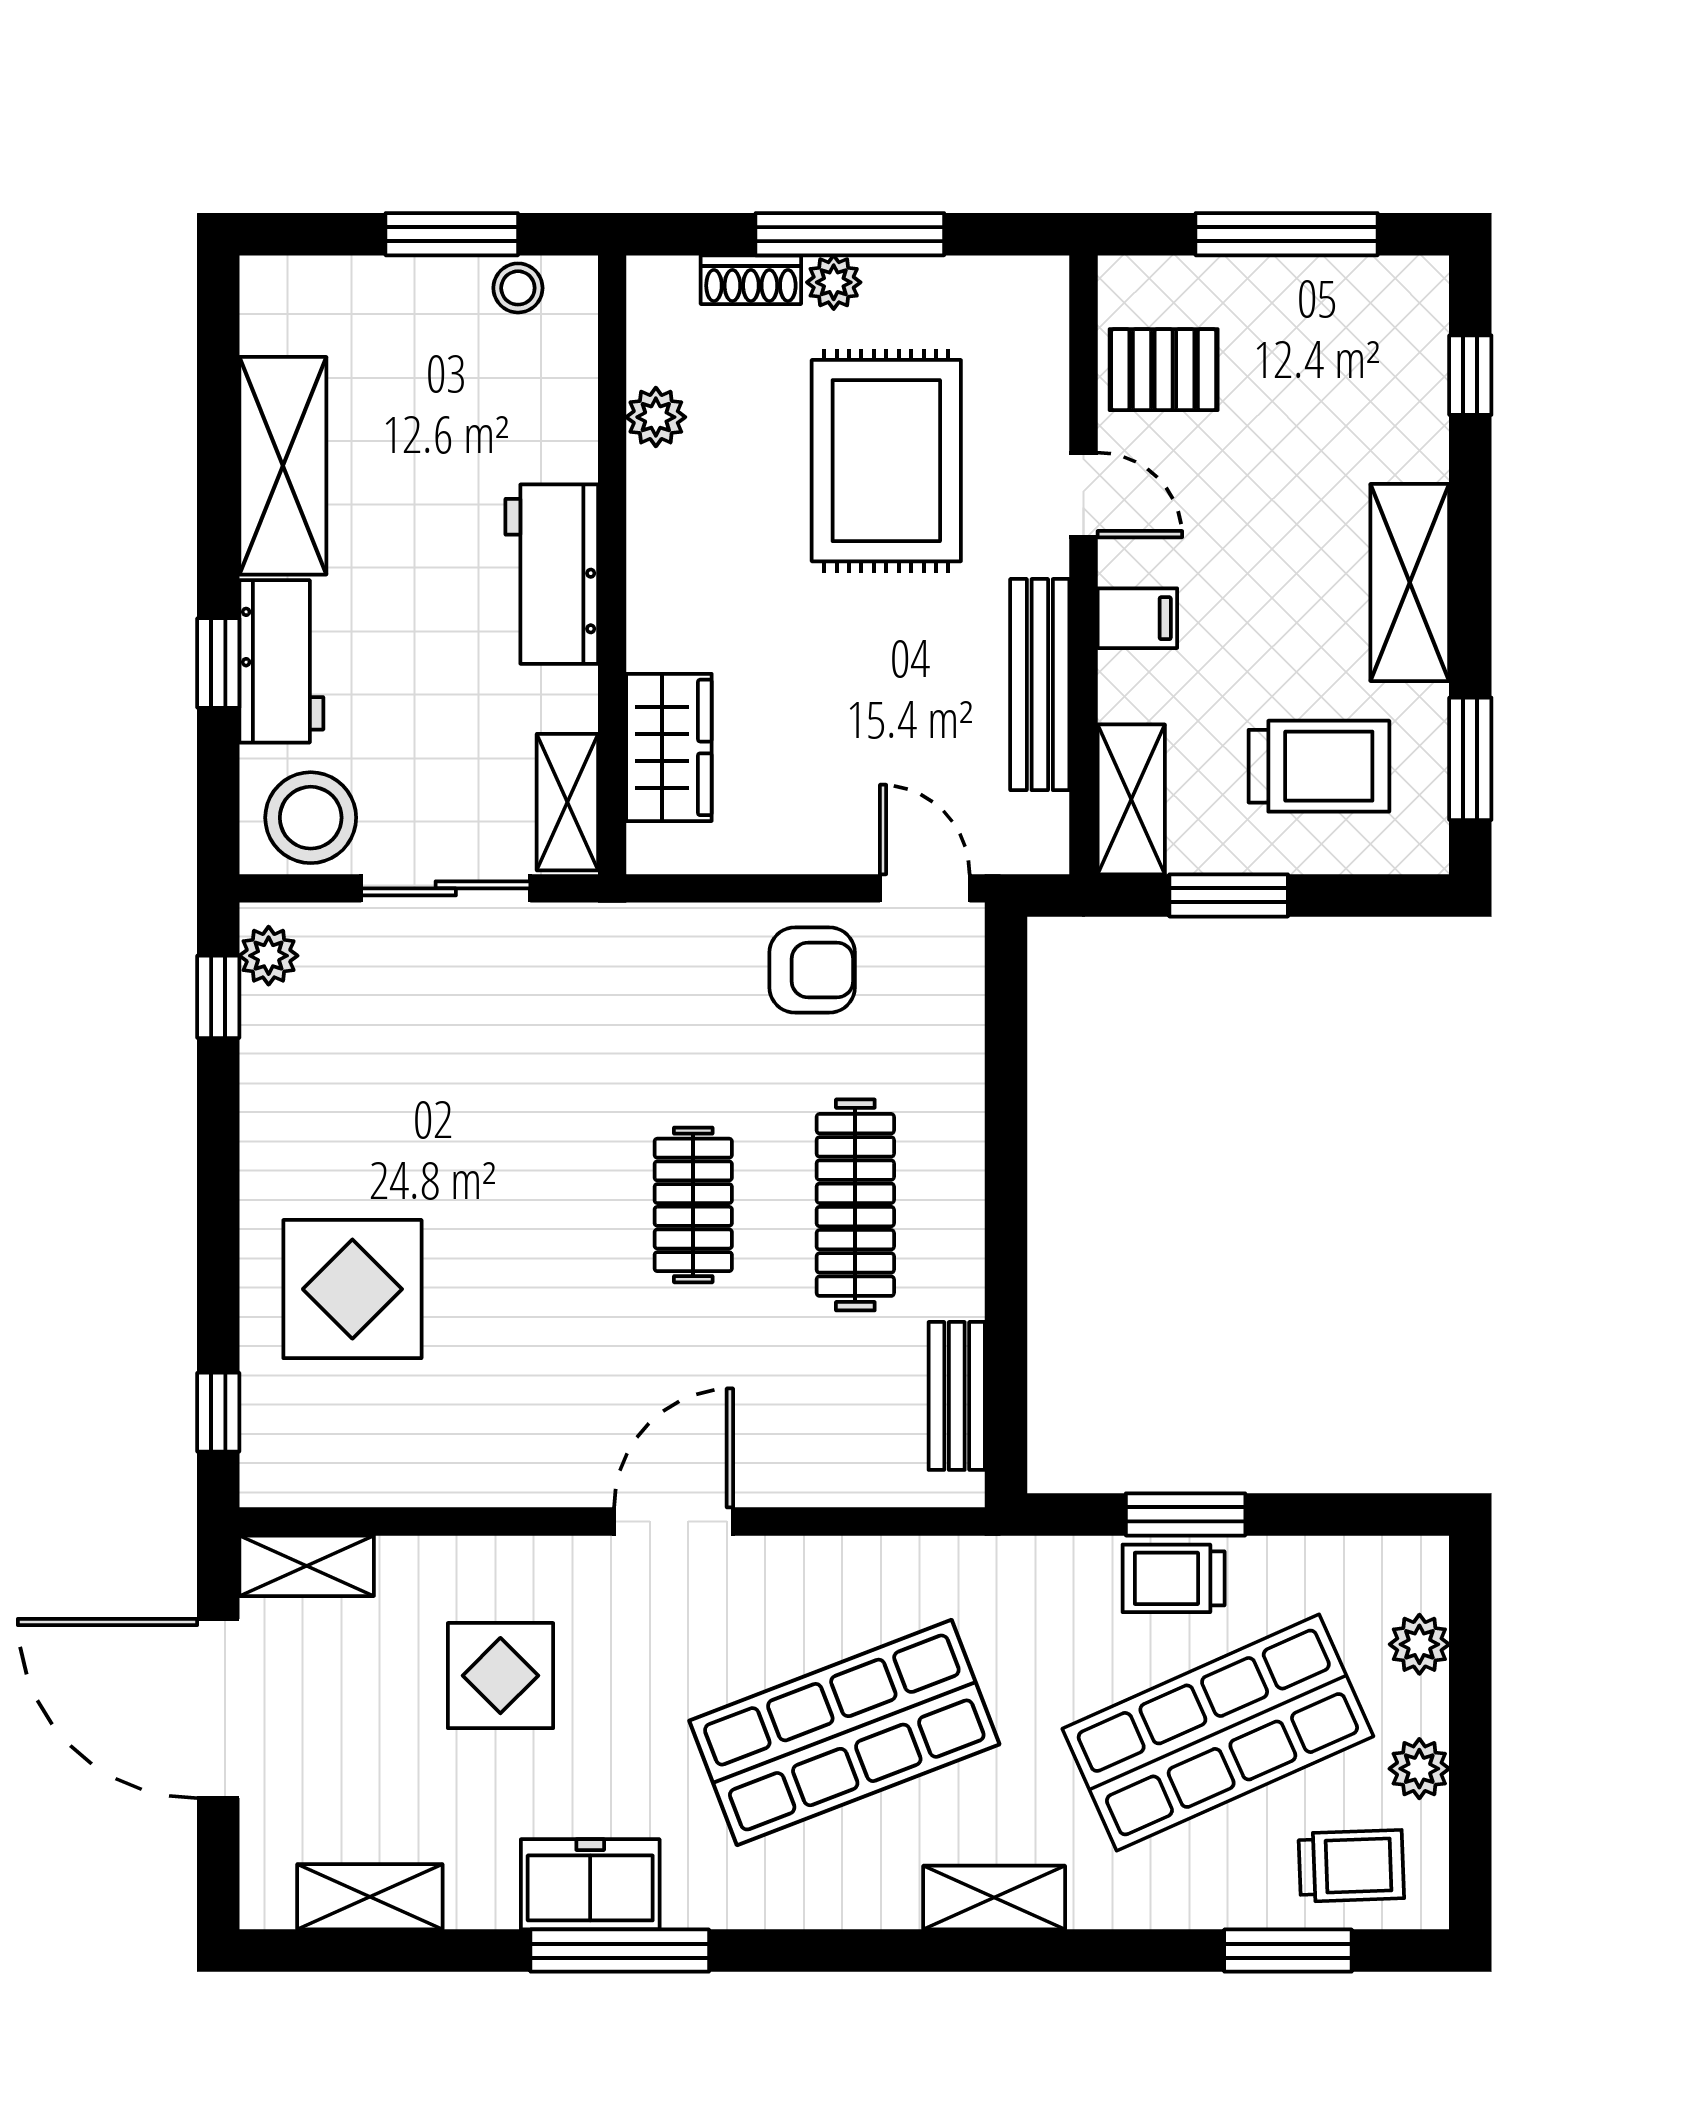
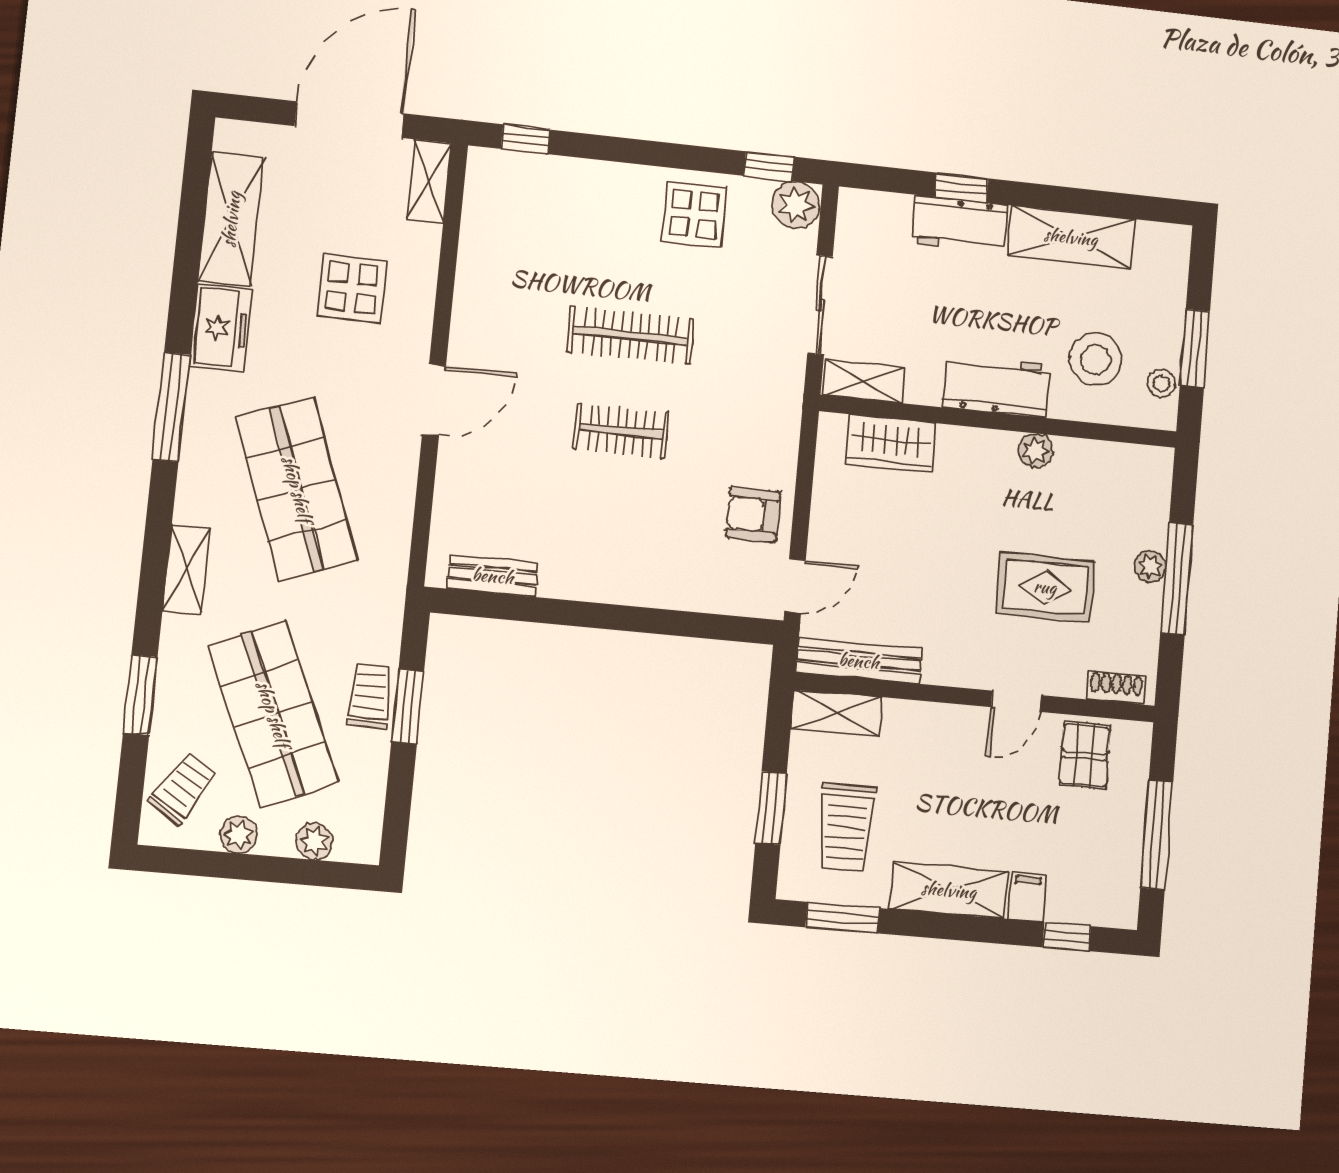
shoe rack: (751, 280) -> (1116, 688), moved, turned 90
plant: (656, 417) -> (1036, 451), moved
rug: (886, 461) -> (1045, 587), width x0.73, depth x0.70
filing cabinet: (1137, 618) -> (1027, 897), moved, turned 180
bench: (1040, 685) -> (859, 661), moved
stool: (311, 818) -> (1096, 360), moved
window: (1229, 895) -> (771, 808), moved
plant: (269, 956) -> (796, 205), width x1.38, depth x1.38
armchair: (812, 970) -> (753, 515), turned 90
clothes rail: (855, 1205) -> (630, 335), moved
display table: (352, 1289) -> (694, 214), moved, width x0.73, depth x0.73
door: (674, 1521) -> (434, 400), hinge flipped
trolley: (1351, 1866) -> (183, 788), turned -146
shelving: (370, 1897) -> (231, 219), width x1.50, depth x1.33
window: (620, 1951) -> (171, 407), moved
window: (1288, 1951) -> (140, 695), moved

